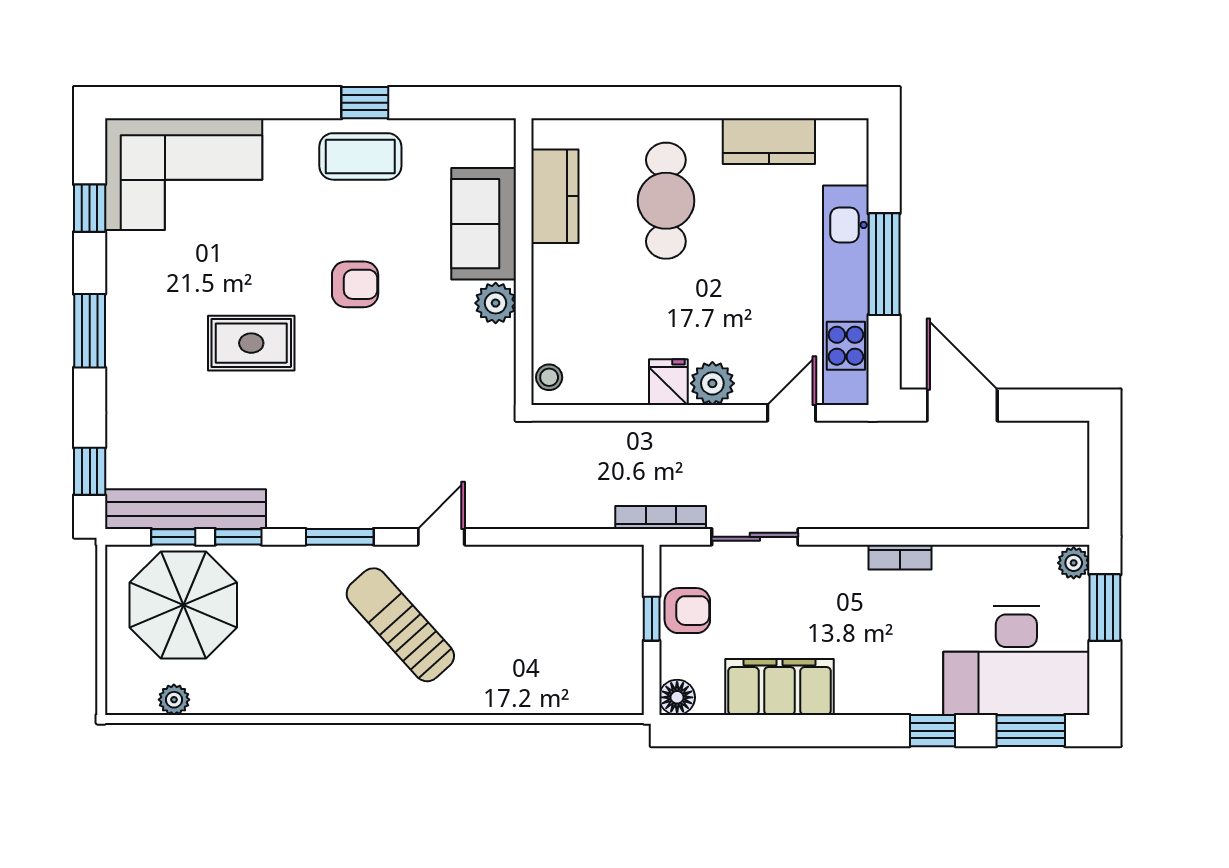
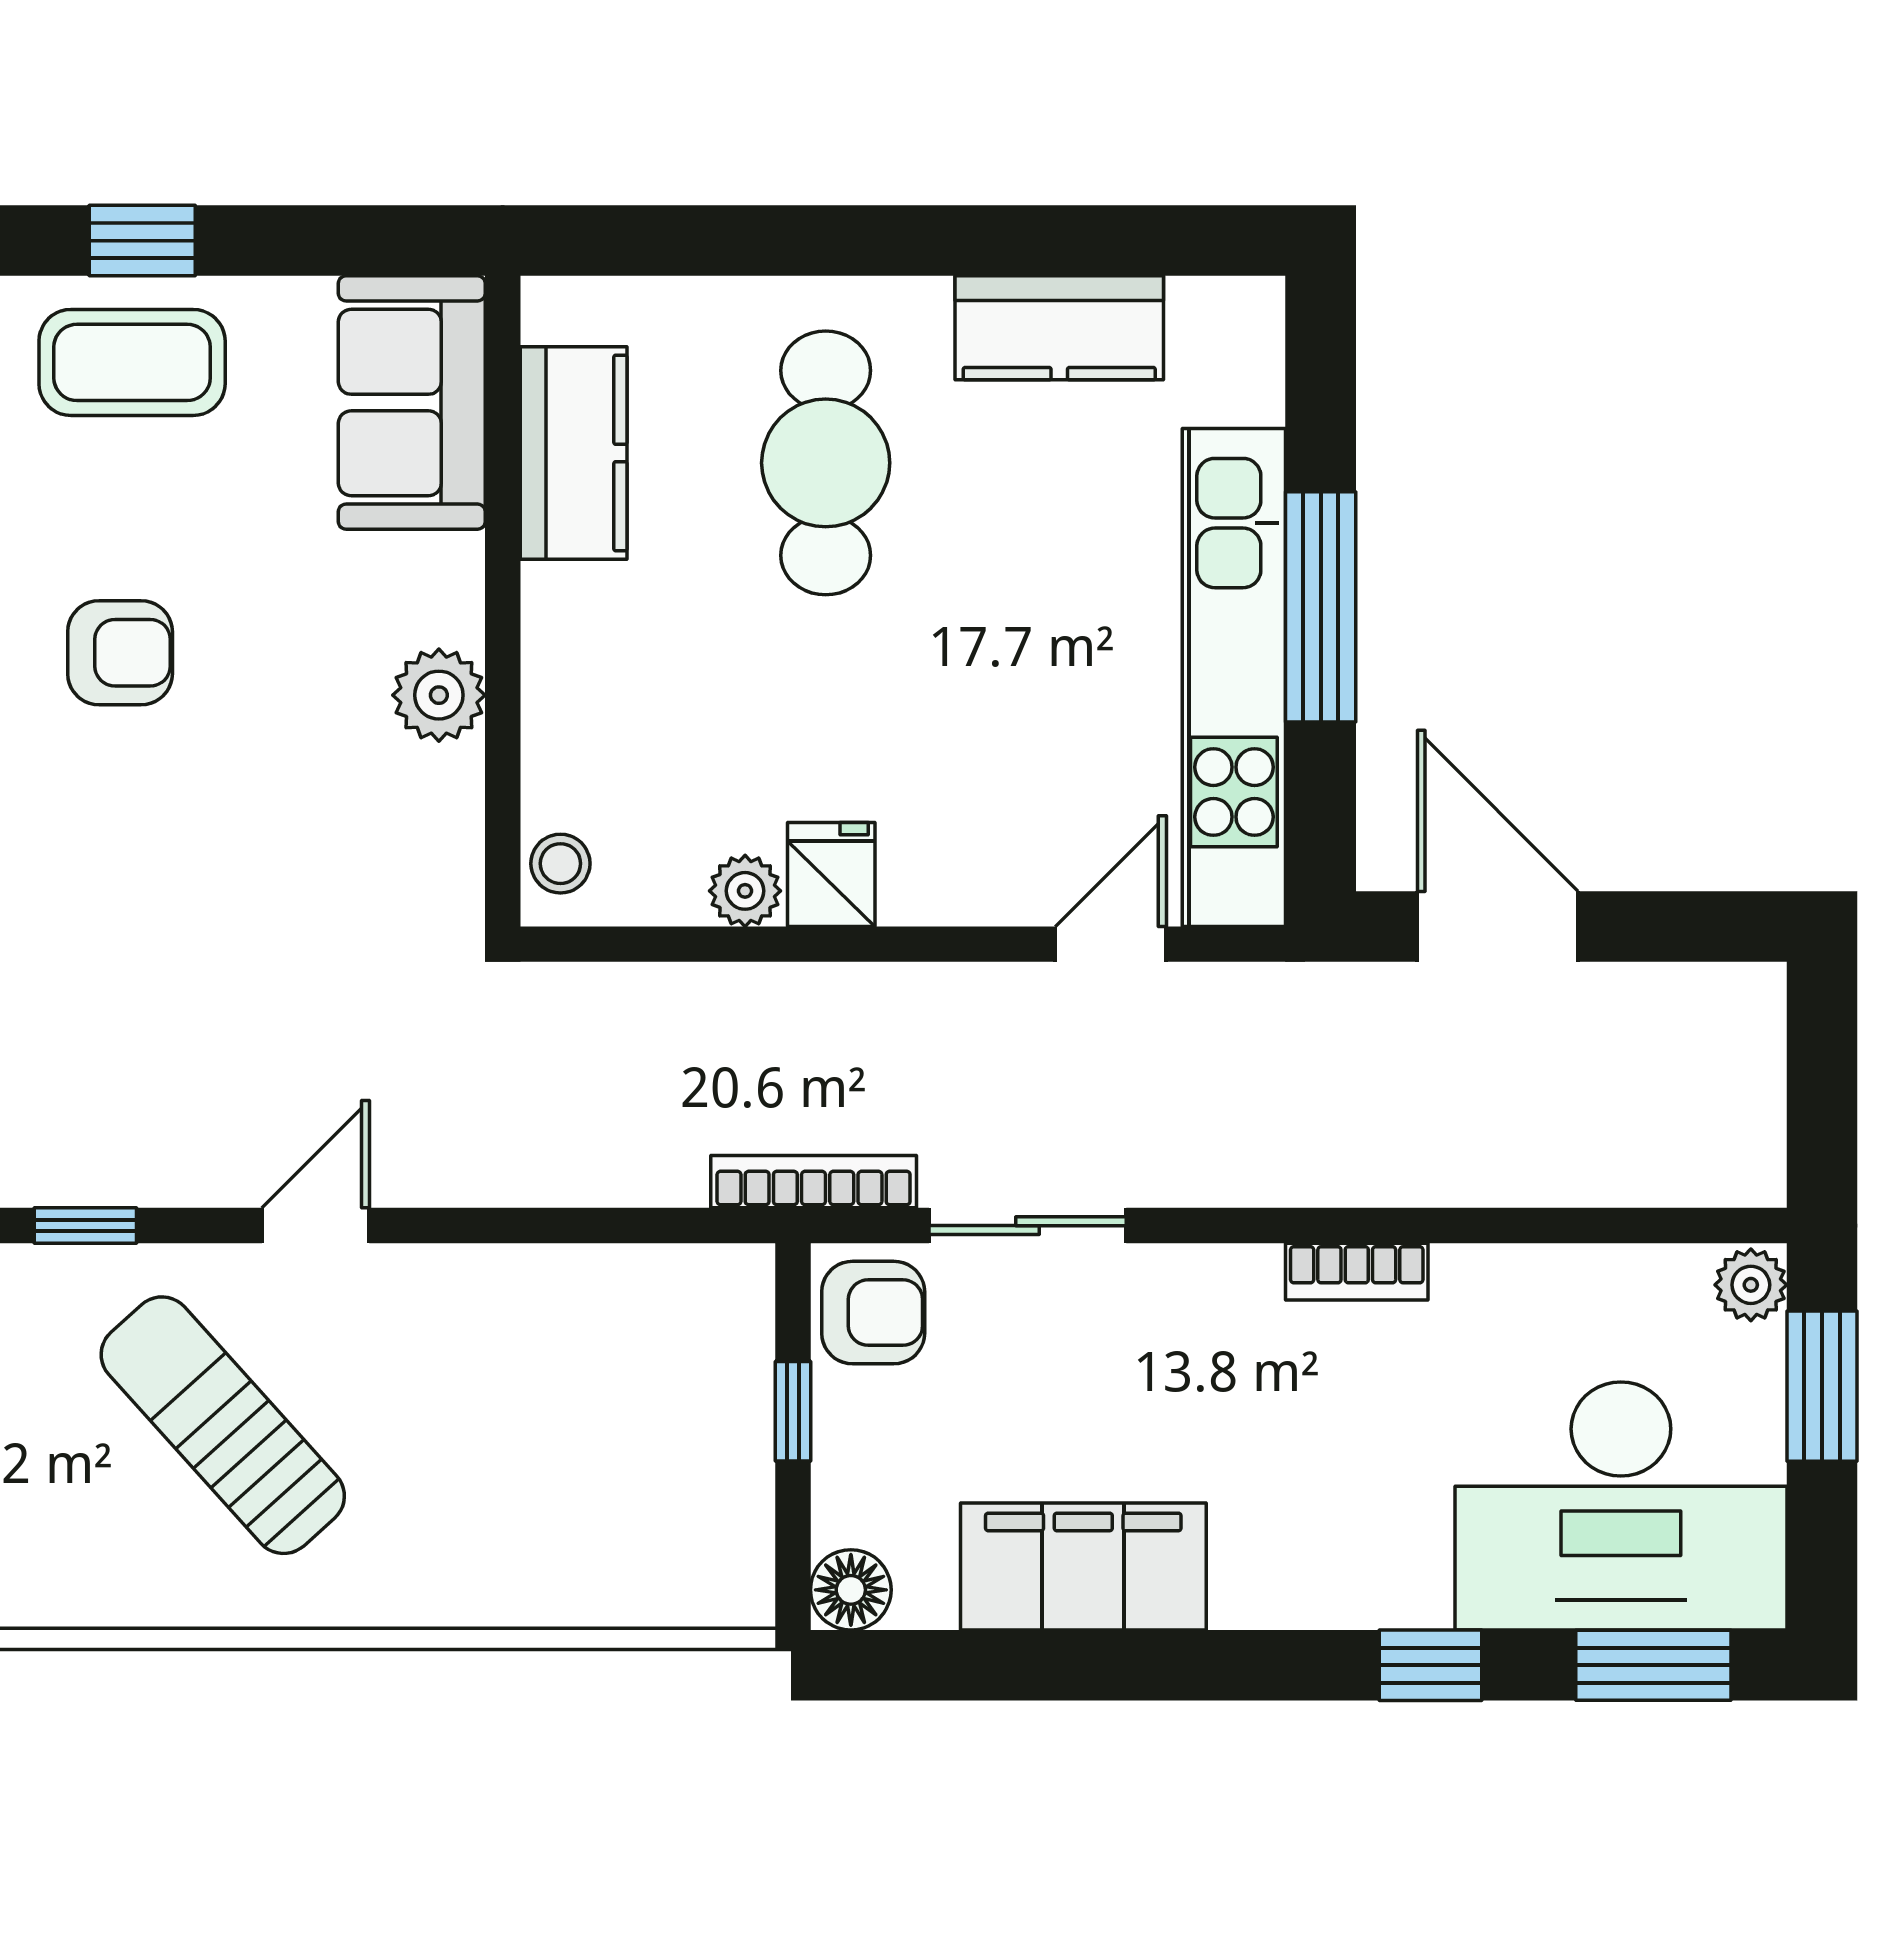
sofa: (484, 224) -> (412, 403), moved
plant: (712, 383) -> (745, 891), moved, width x0.73, depth x0.73
window: (340, 537) -> (85, 1226), width x0.67
armchair: (687, 611) -> (873, 1313), moved

